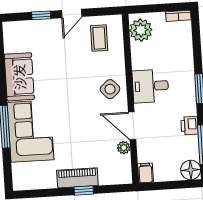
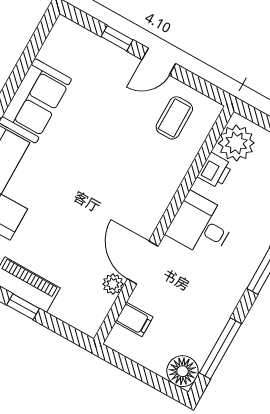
side table: (110, 89) -> (145, 195), removed
printer: (190, 126) -> (215, 170), moved, turned 180
filing cabinet: (146, 173) -> (134, 320), moved, turned 90

